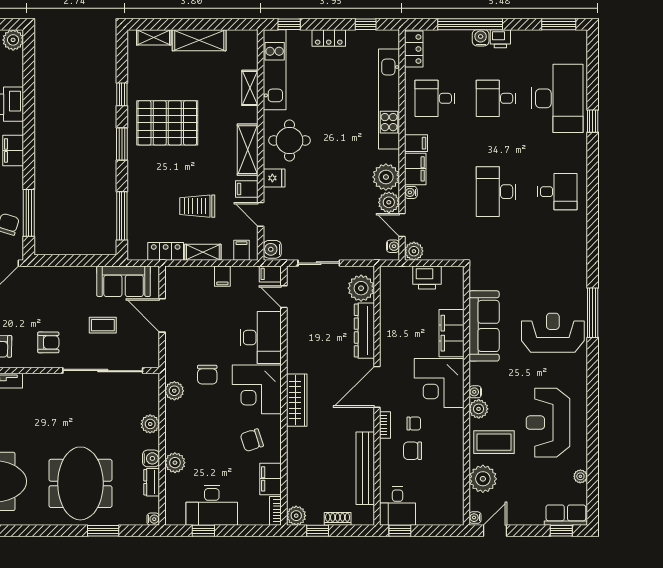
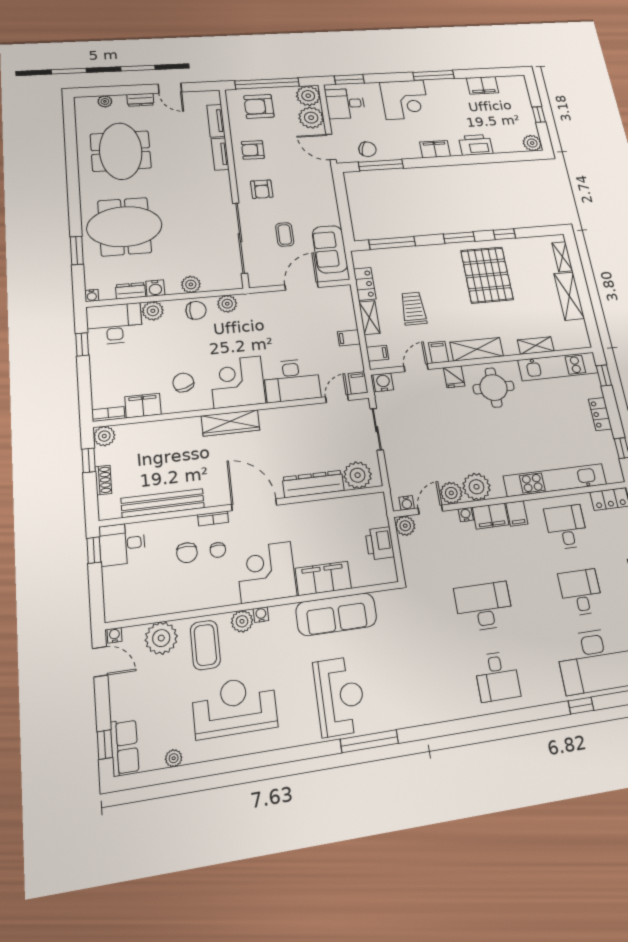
chair: (207, 375) -> (196, 310), moved, turned 180
chair: (413, 451) -> (187, 553), turned 180
desk: (212, 505) -> (114, 324), moved, turned 90

